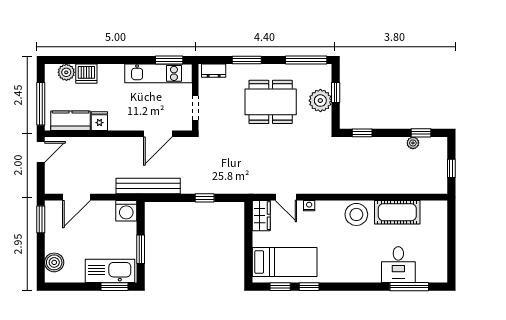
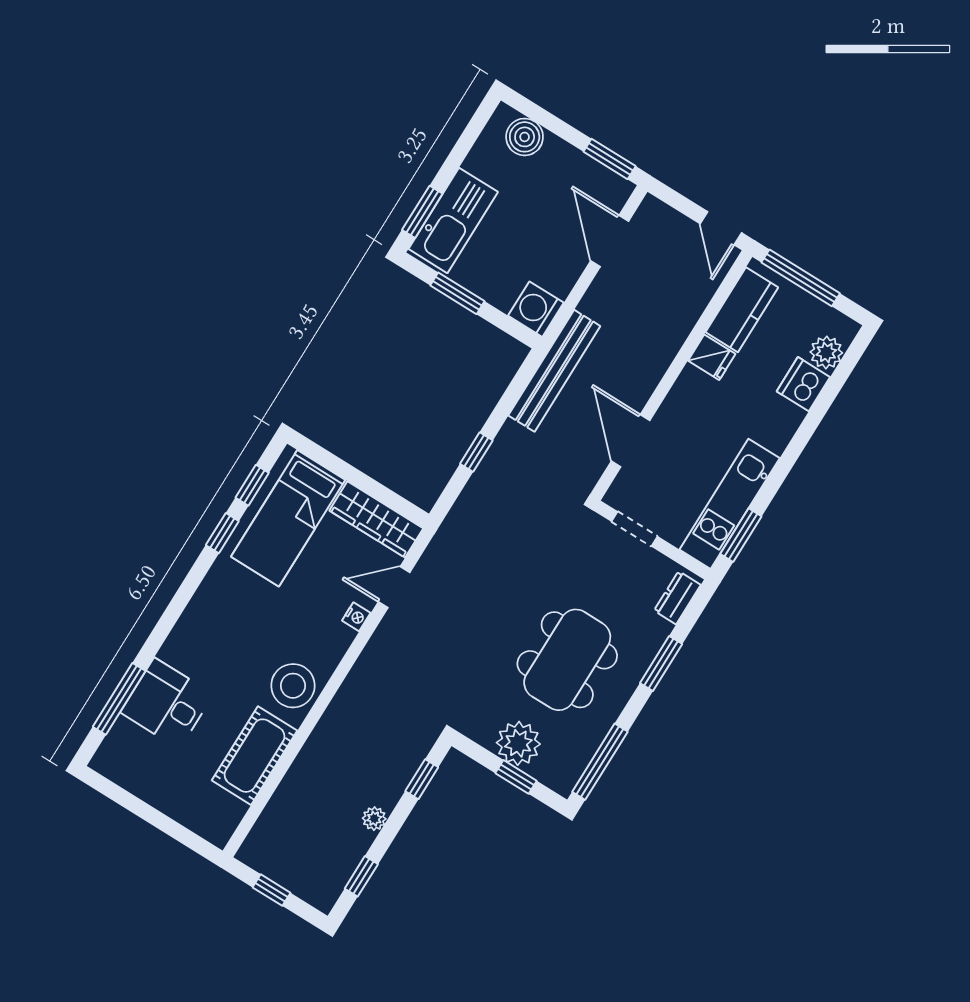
plant: (413, 143) -> (374, 819), moved
wardrobe: (261, 216) -> (376, 519), width x1.50

